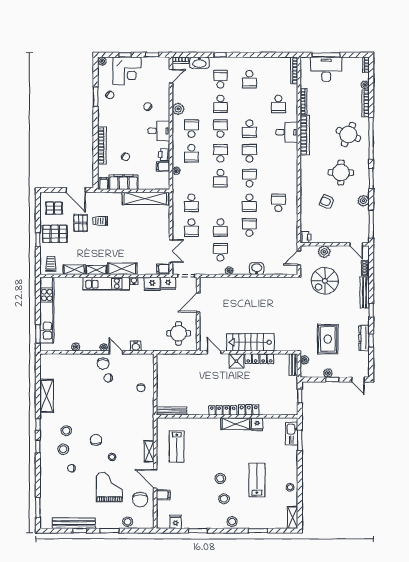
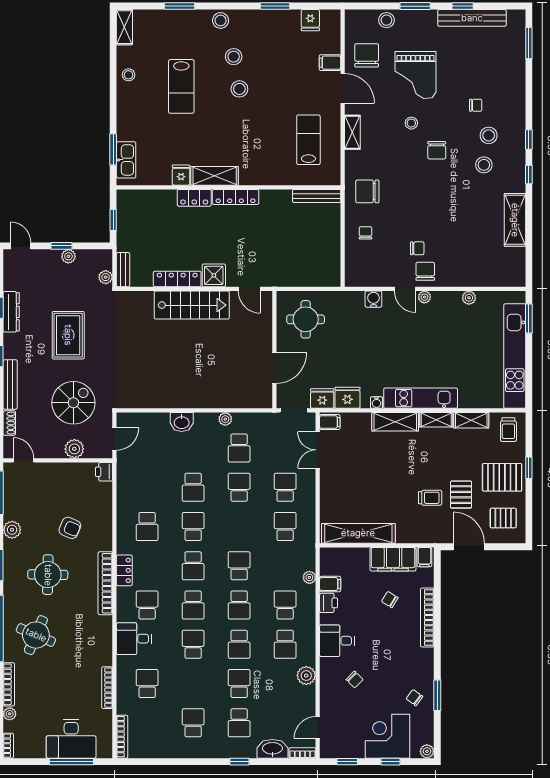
bookcase: (305, 135) -> (105, 583), moved
school desk: (278, 153) -> (147, 605), added
locker: (293, 175) -> (124, 570), added
rug: (328, 339) -> (68, 335), moved
chair: (140, 414) -> (367, 191), added

